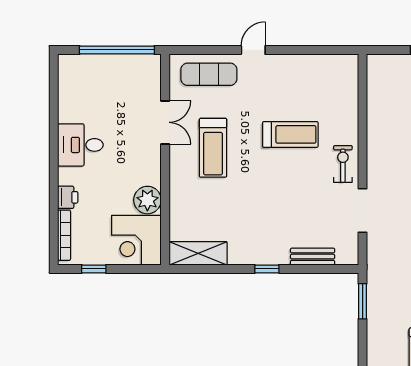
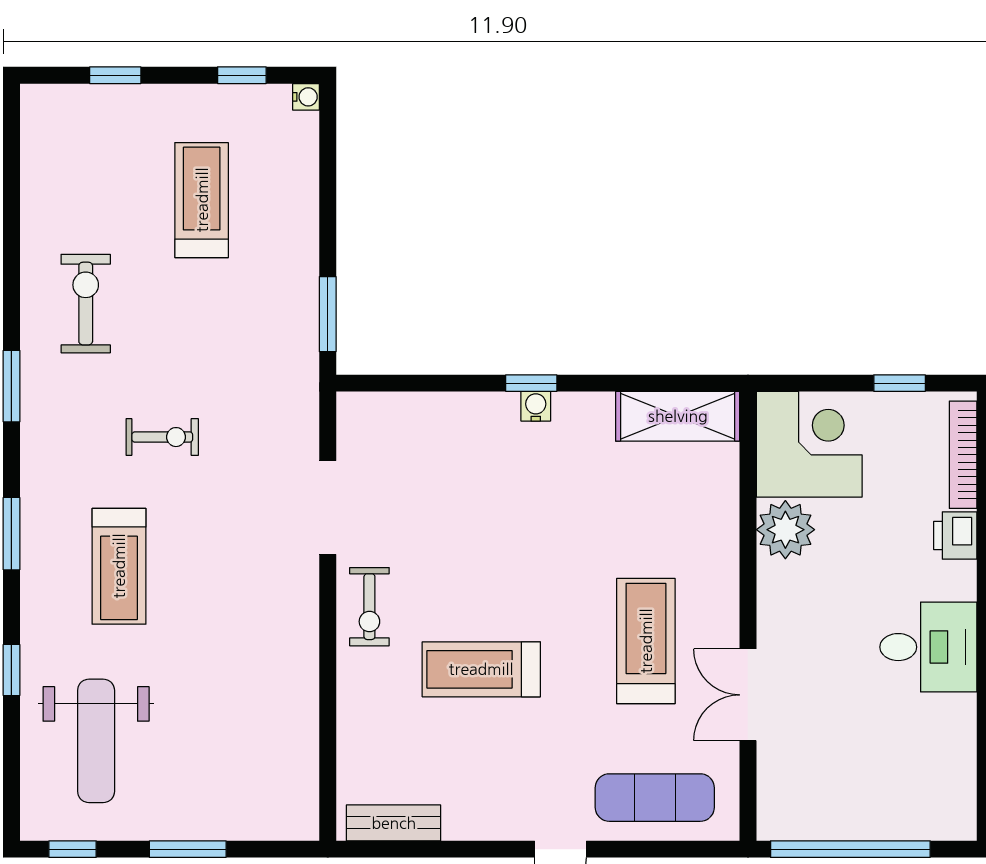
bench: (313, 257) -> (394, 823), moved
water cooler: (265, 258) -> (536, 406), added

